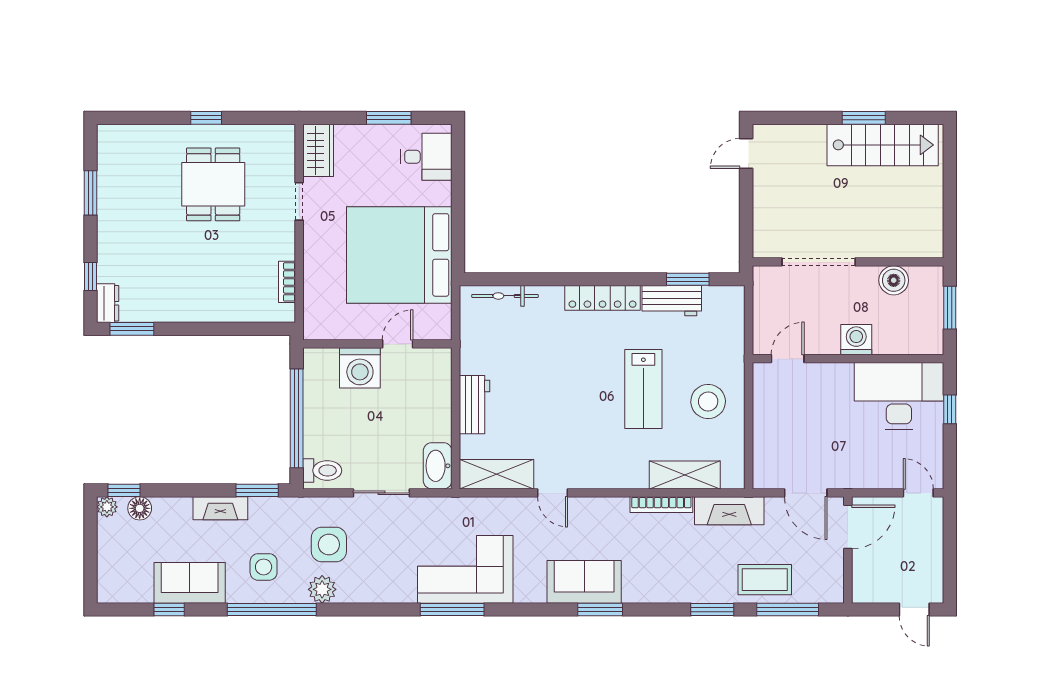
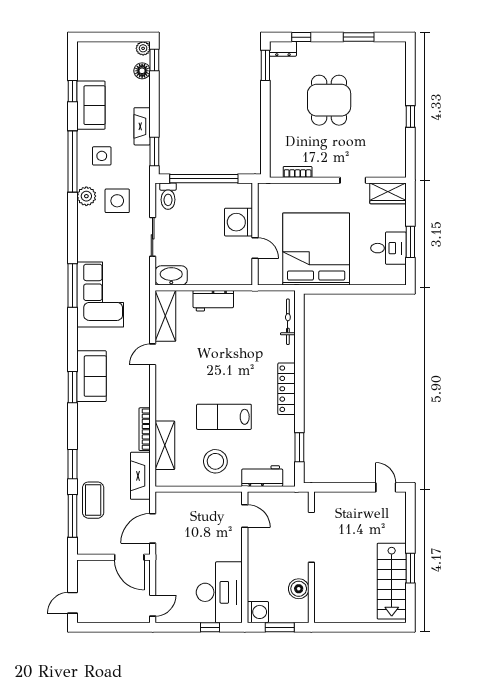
desk: (426, 157) -> (388, 248), moved, turned -90
dining table: (213, 184) -> (329, 100), moved, turned 90
workbench: (672, 301) -> (262, 476), moved, turned 90
washing machine: (856, 340) -> (258, 612), moved

